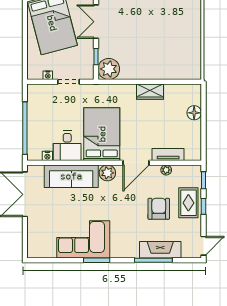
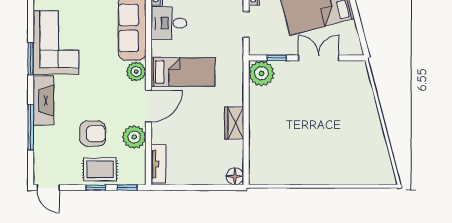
floor lamp: (194, 113) -> (235, 176), moved
bed: (102, 134) -> (183, 72), width x0.67
tv unit: (168, 154) -> (158, 164), moved
door: (136, 163) -> (148, 106), swing flipped
plant: (166, 170) -> (134, 137), width x1.87, depth x1.87
fireplace: (160, 250) -> (43, 101), moved

